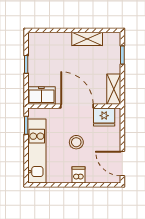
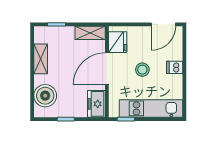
boiler: (50, 43) -> (45, 96), added

